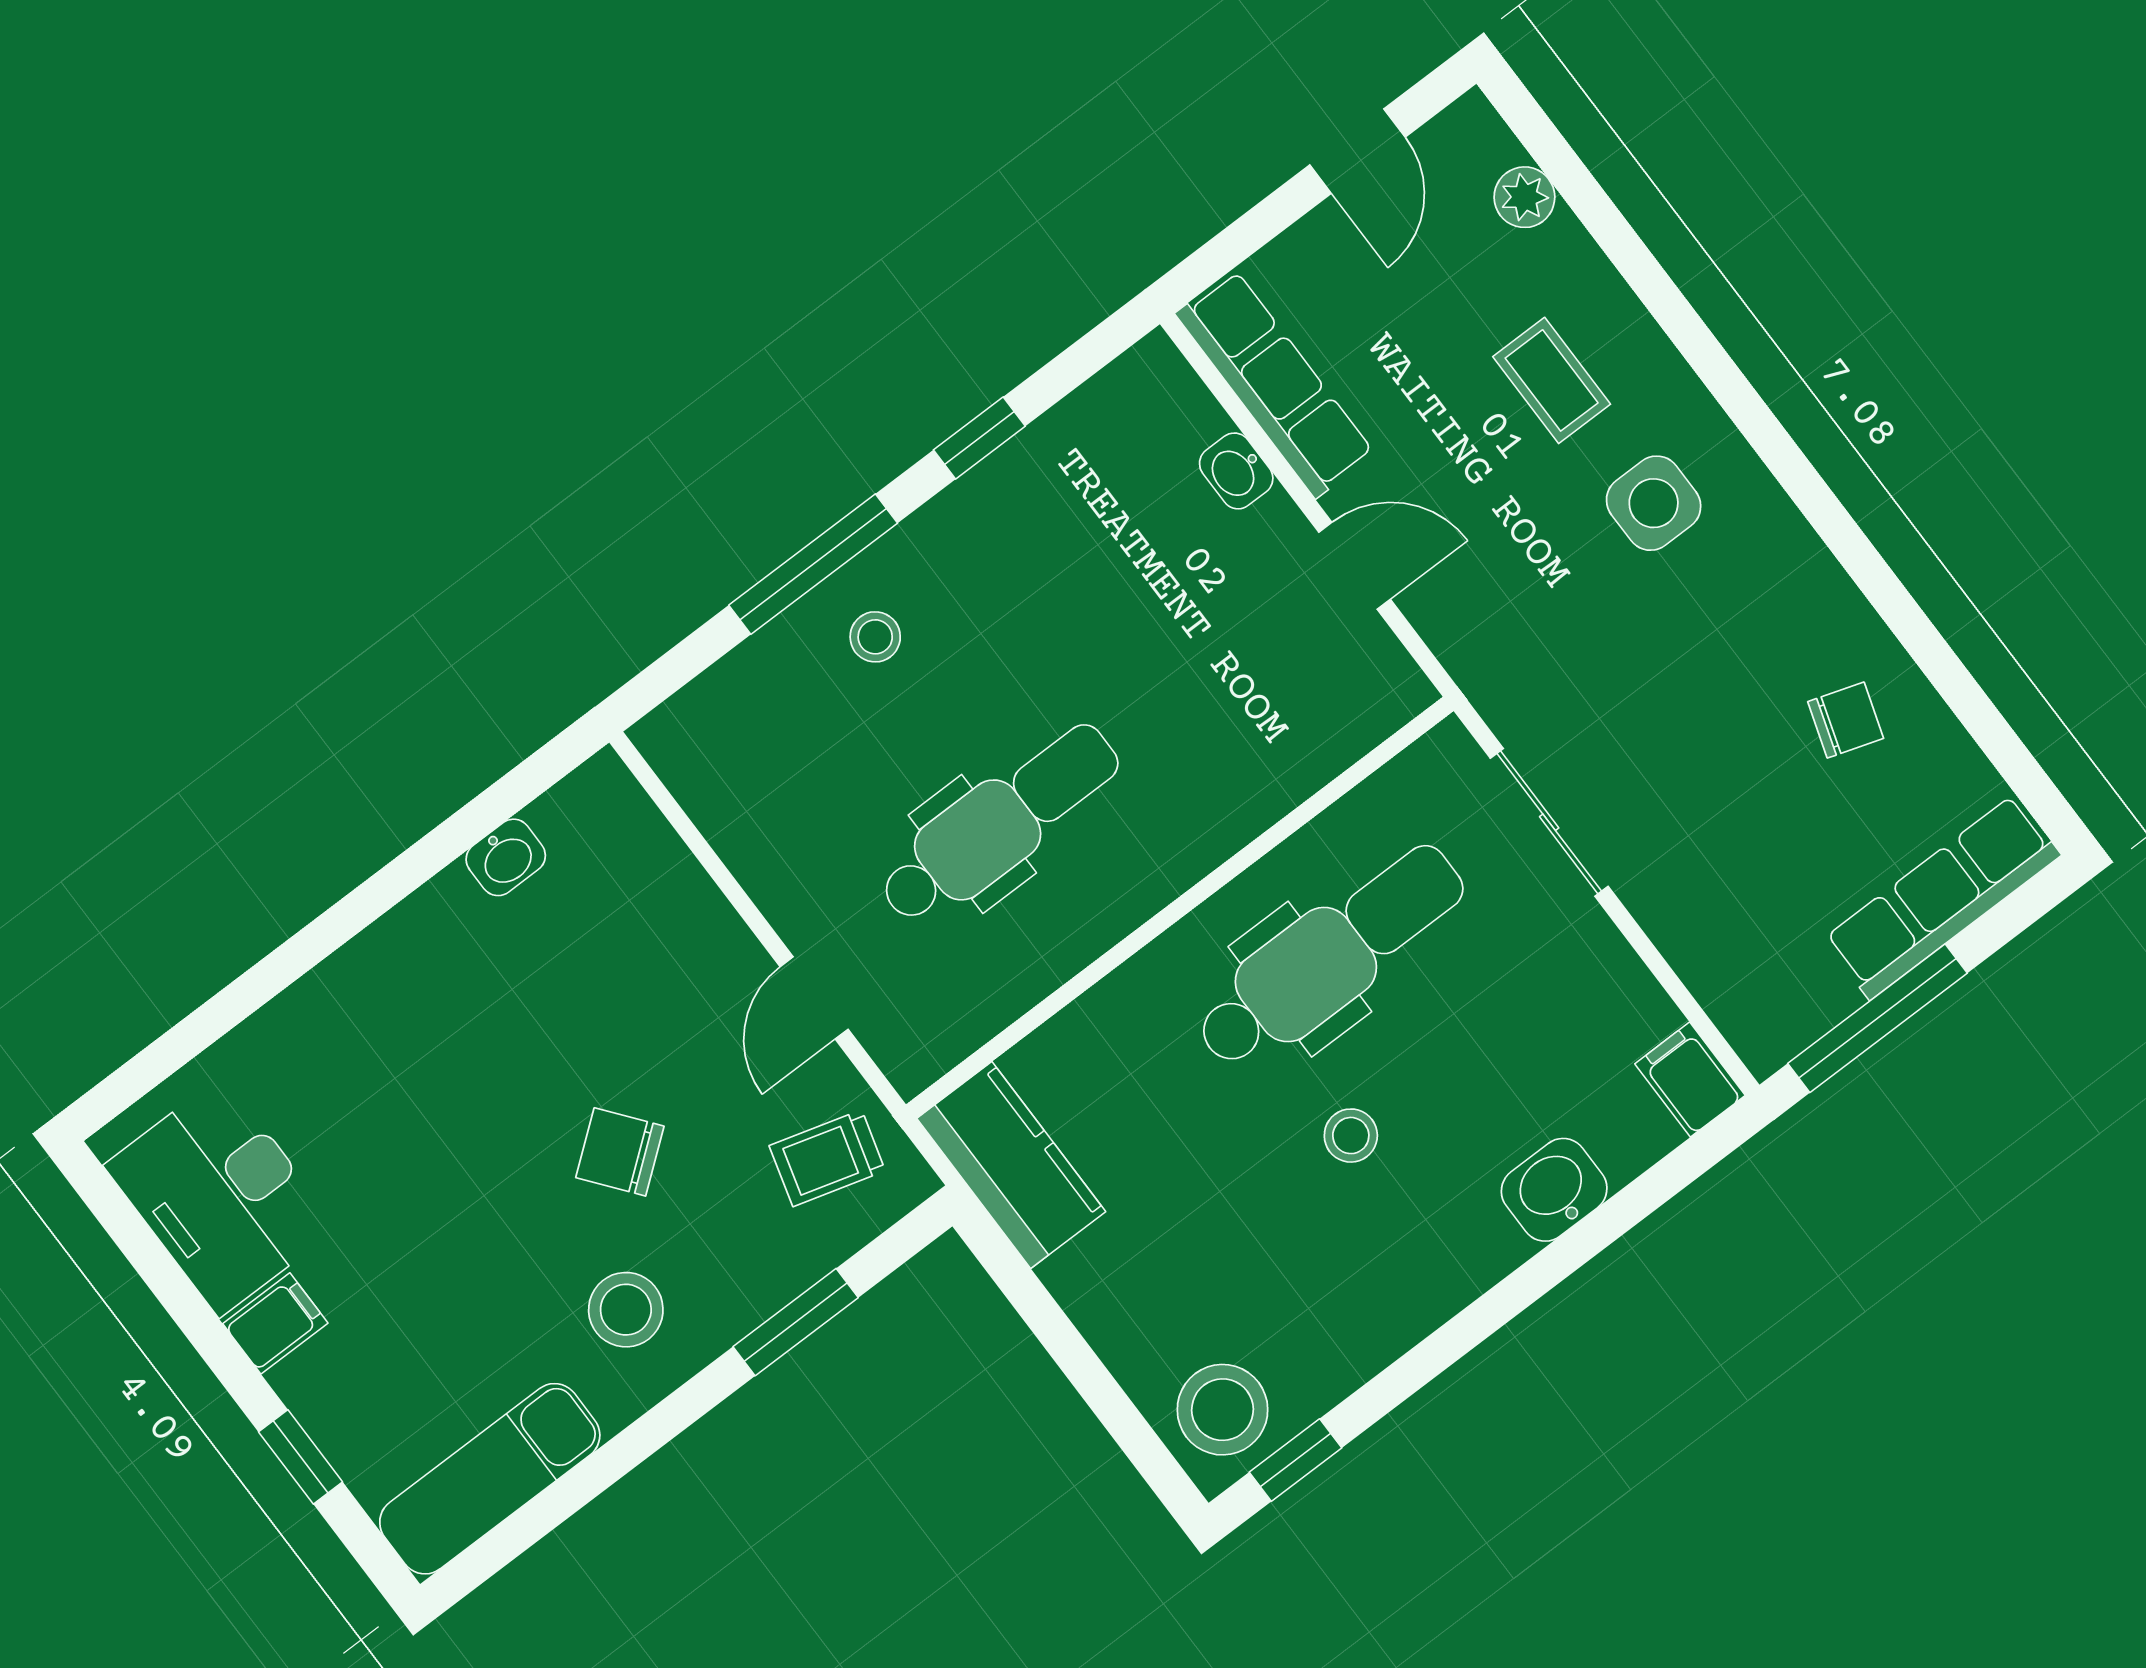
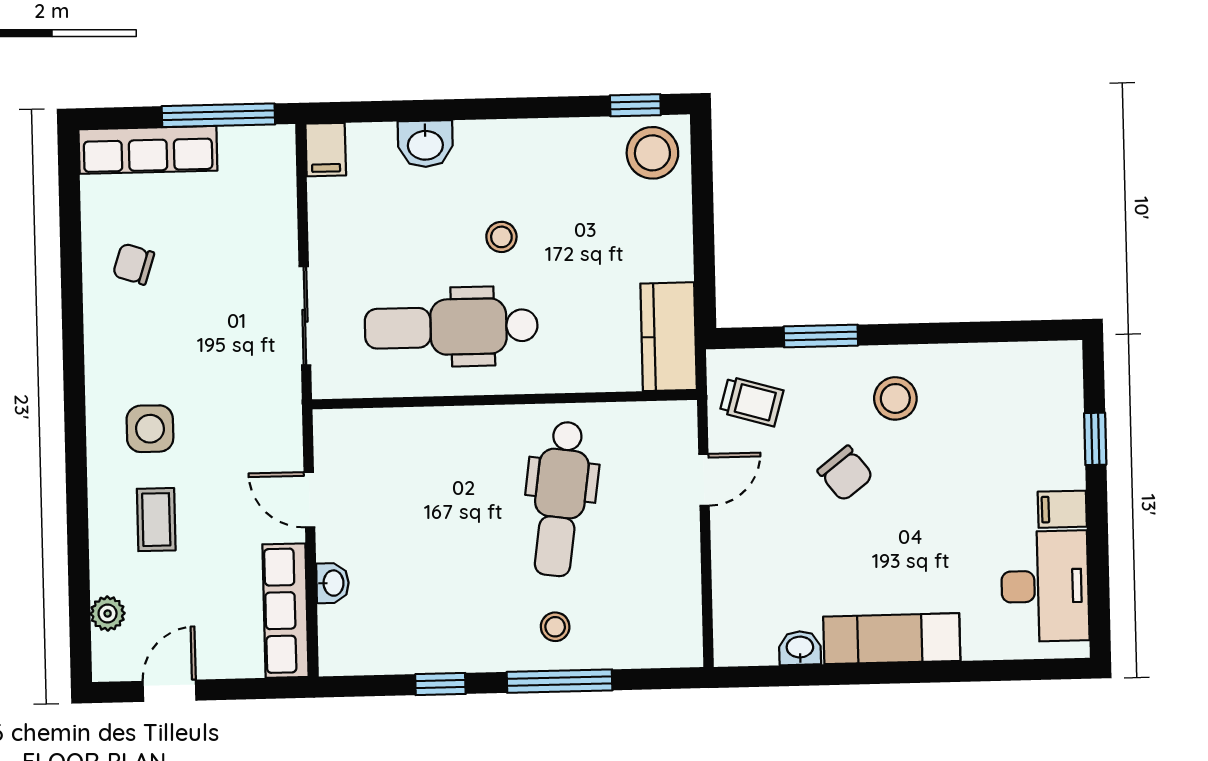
dental chair: (999, 824) -> (560, 499), turned -82
exam couch: (490, 1479) -> (892, 639), moved, turned 180

